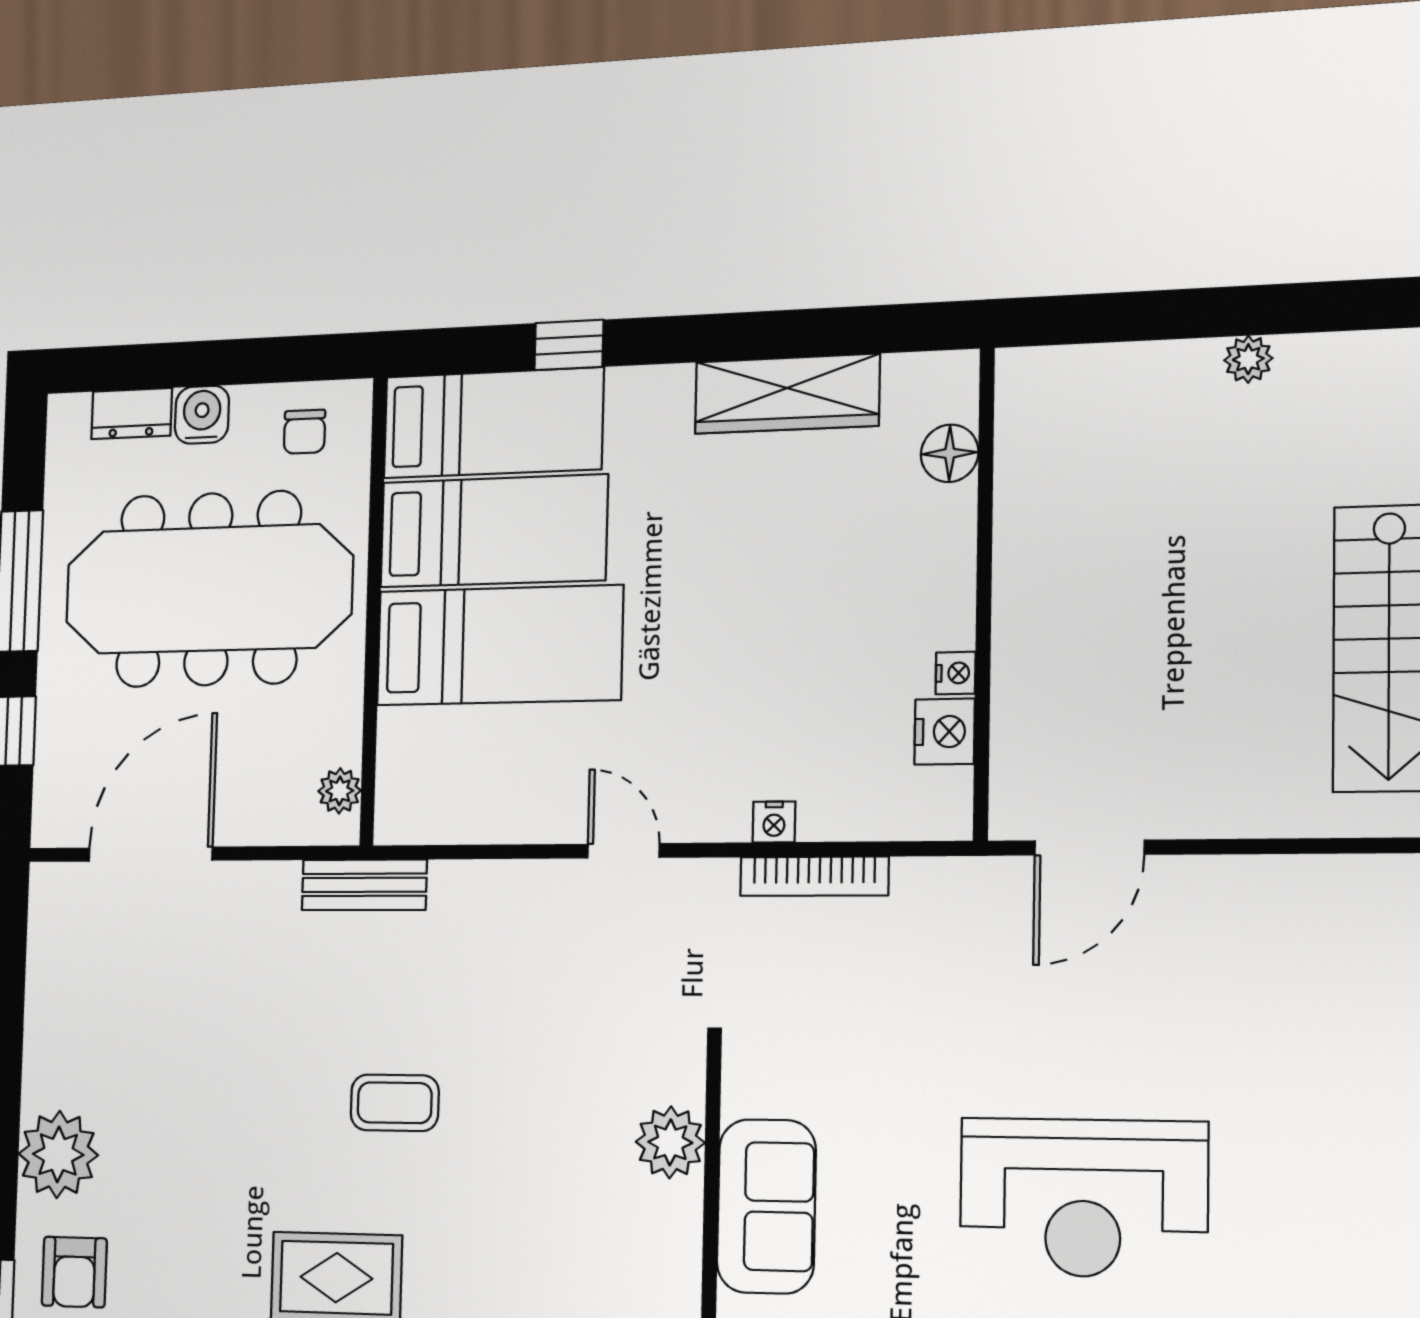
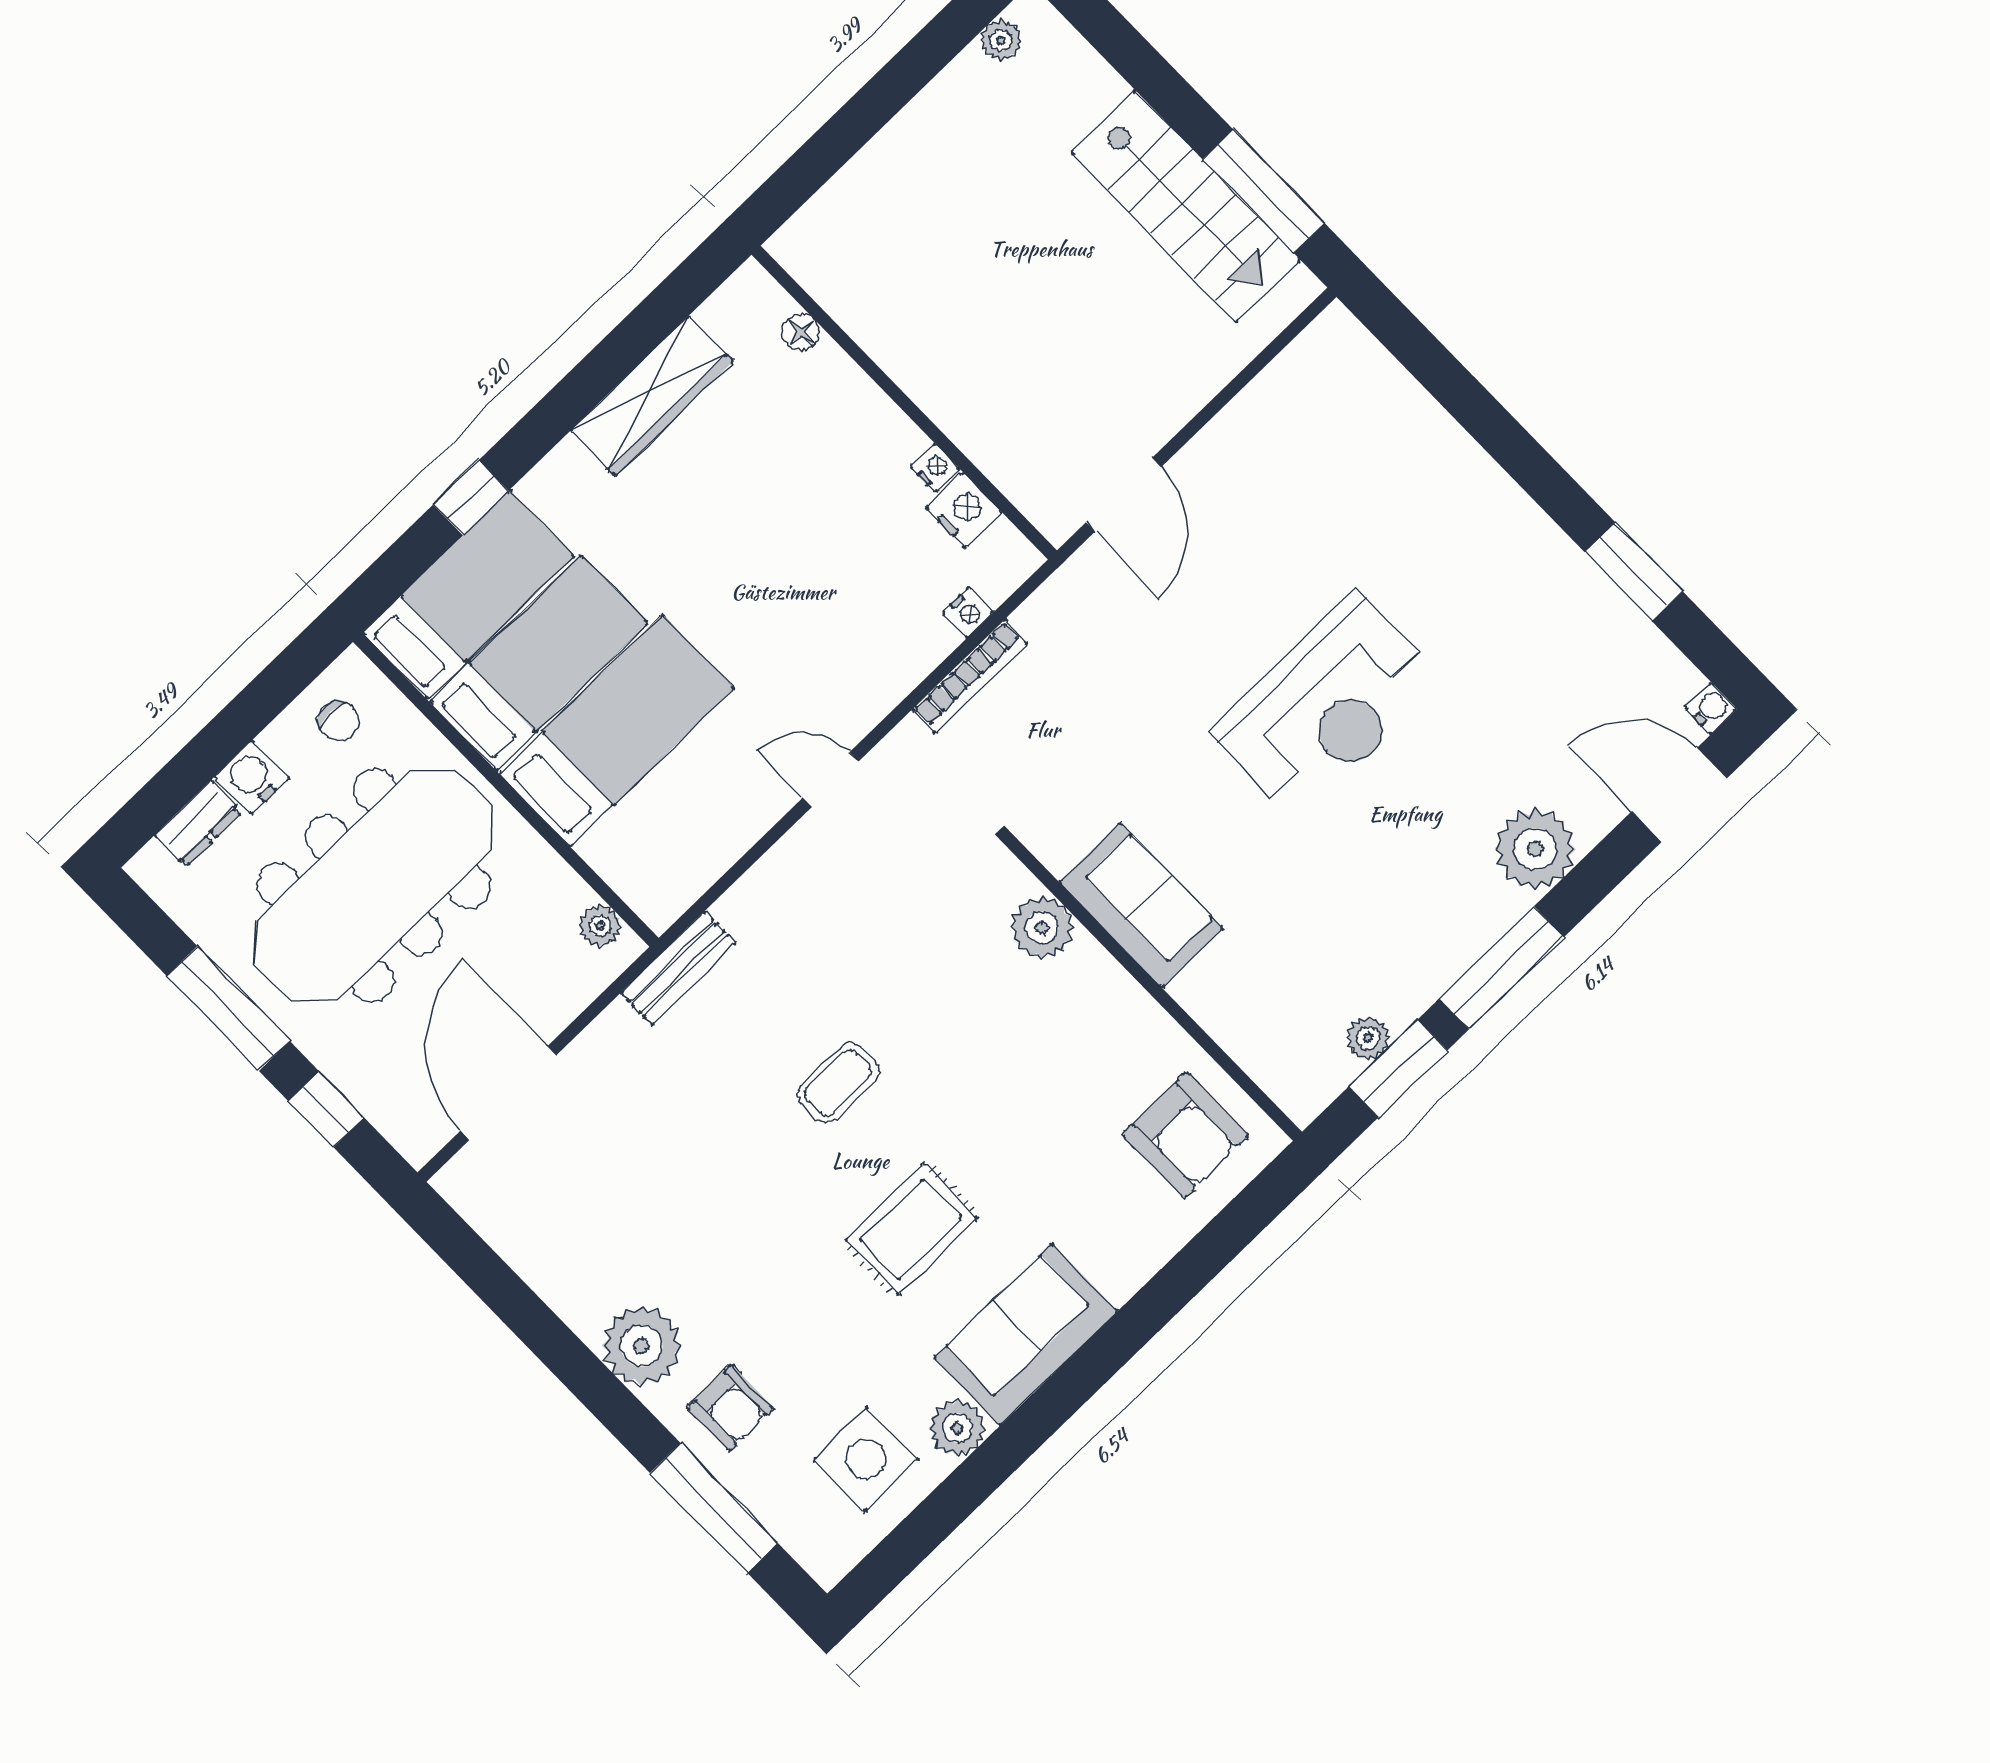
plant: (1248, 359) -> (1001, 40), moved
floor lamp: (950, 453) -> (801, 332), width x0.73, depth x0.73
nightstand: (774, 822) -> (968, 613), moved

